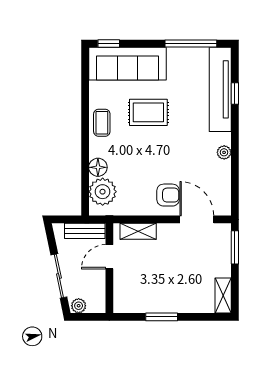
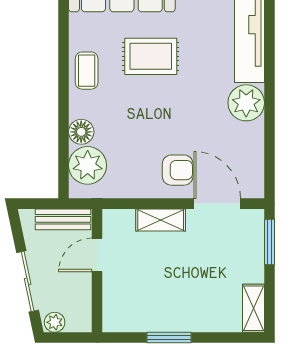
window: (235, 93) -> (270, 30), removed
plant: (224, 152) -> (246, 103), width x1.87, depth x1.87
shelving: (138, 231) -> (161, 220), moved

